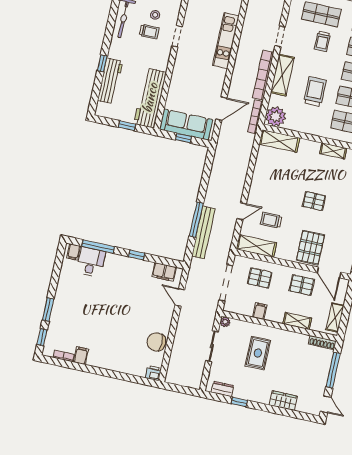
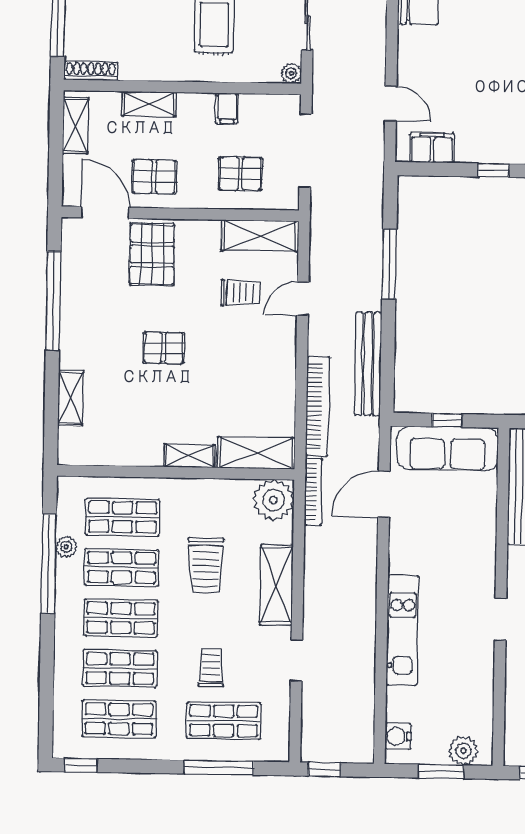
bookcase: (263, 75) -> (317, 406), moved
shelving: (333, 151) -> (190, 456), moved
bench: (203, 232) -> (368, 364), moved

